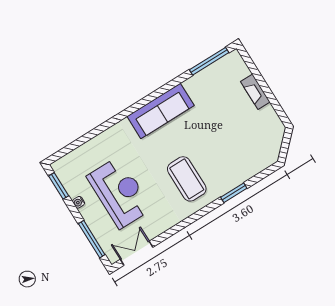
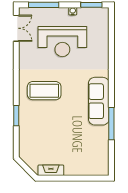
window: (209, 61) -> (111, 124), moved
fireplace: (255, 92) -> (51, 170), moved

